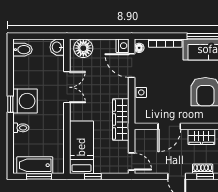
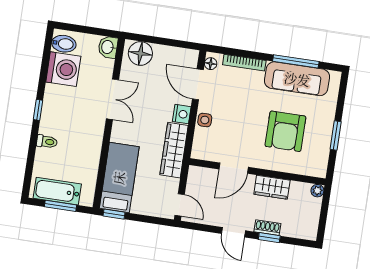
nightstand: (123, 46) -> (182, 114), moved
washing machine: (25, 101) -> (63, 69), moved
window: (93, 176) -> (114, 214), moved

